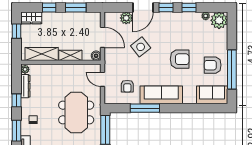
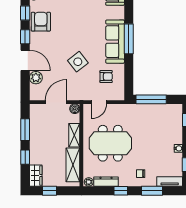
side table: (141, 47) -> (78, 62), moved
armchair: (180, 59) -> (41, 22), moved
window: (145, 108) -> (129, 39), moved
meeting table: (76, 112) -> (110, 143), moved

